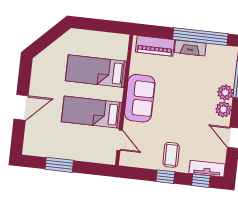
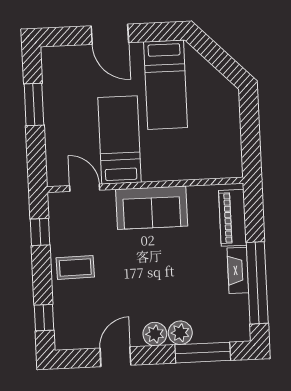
bed: (96, 71) -> (166, 85), moved, turned 180
door: (120, 140) -> (85, 188), swing flipped
tv unit: (207, 169) -> (63, 324), removed
window: (165, 177) -> (40, 232), moved

